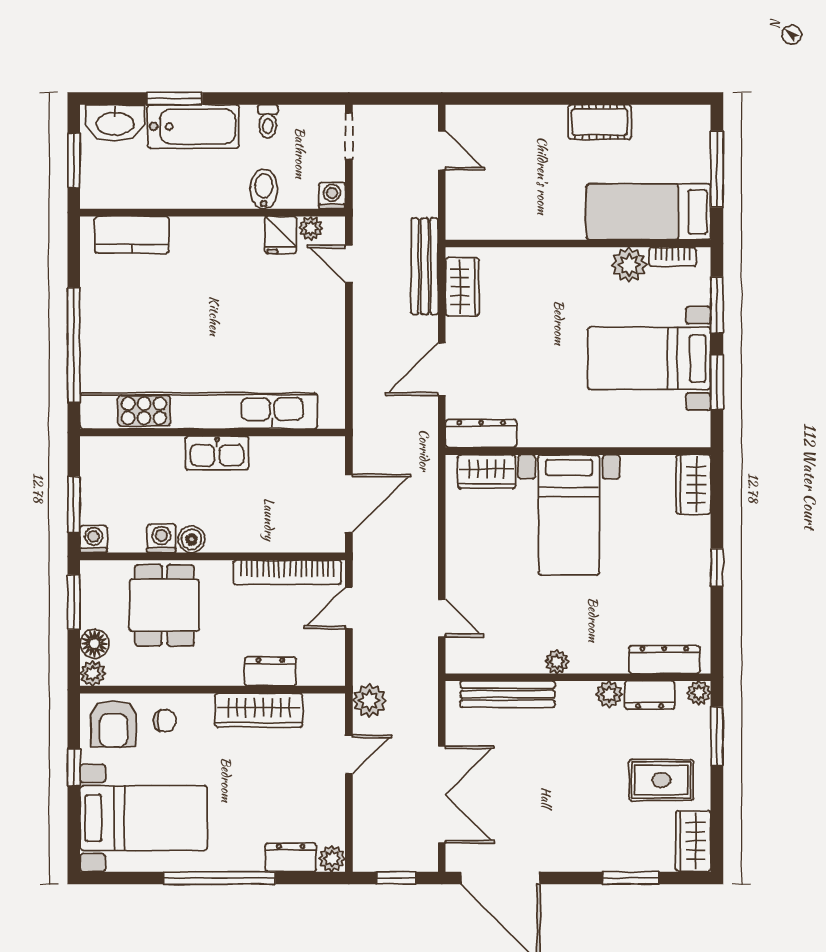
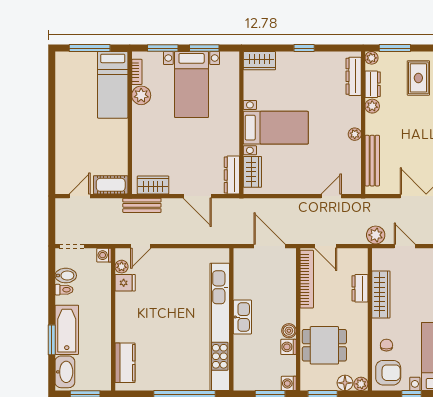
cot: (600, 122) -> (111, 185), moved, turned 90
bidet: (264, 189) -> (66, 276), moved, turned 180
bench: (425, 266) -> (142, 205), width x0.73

